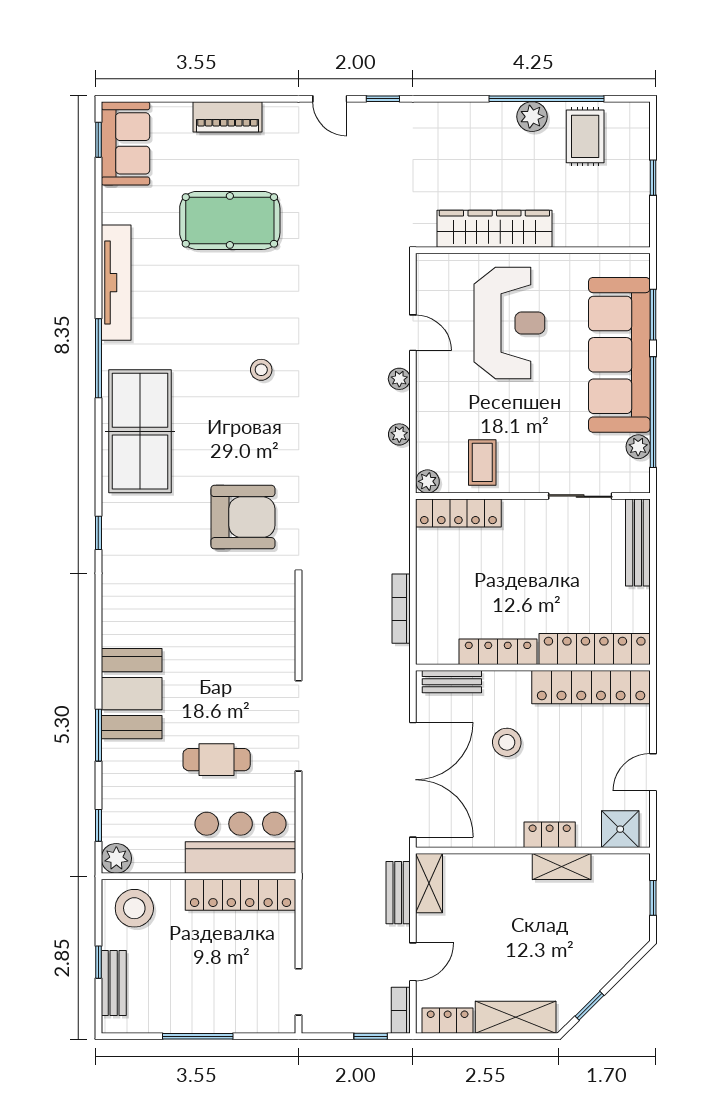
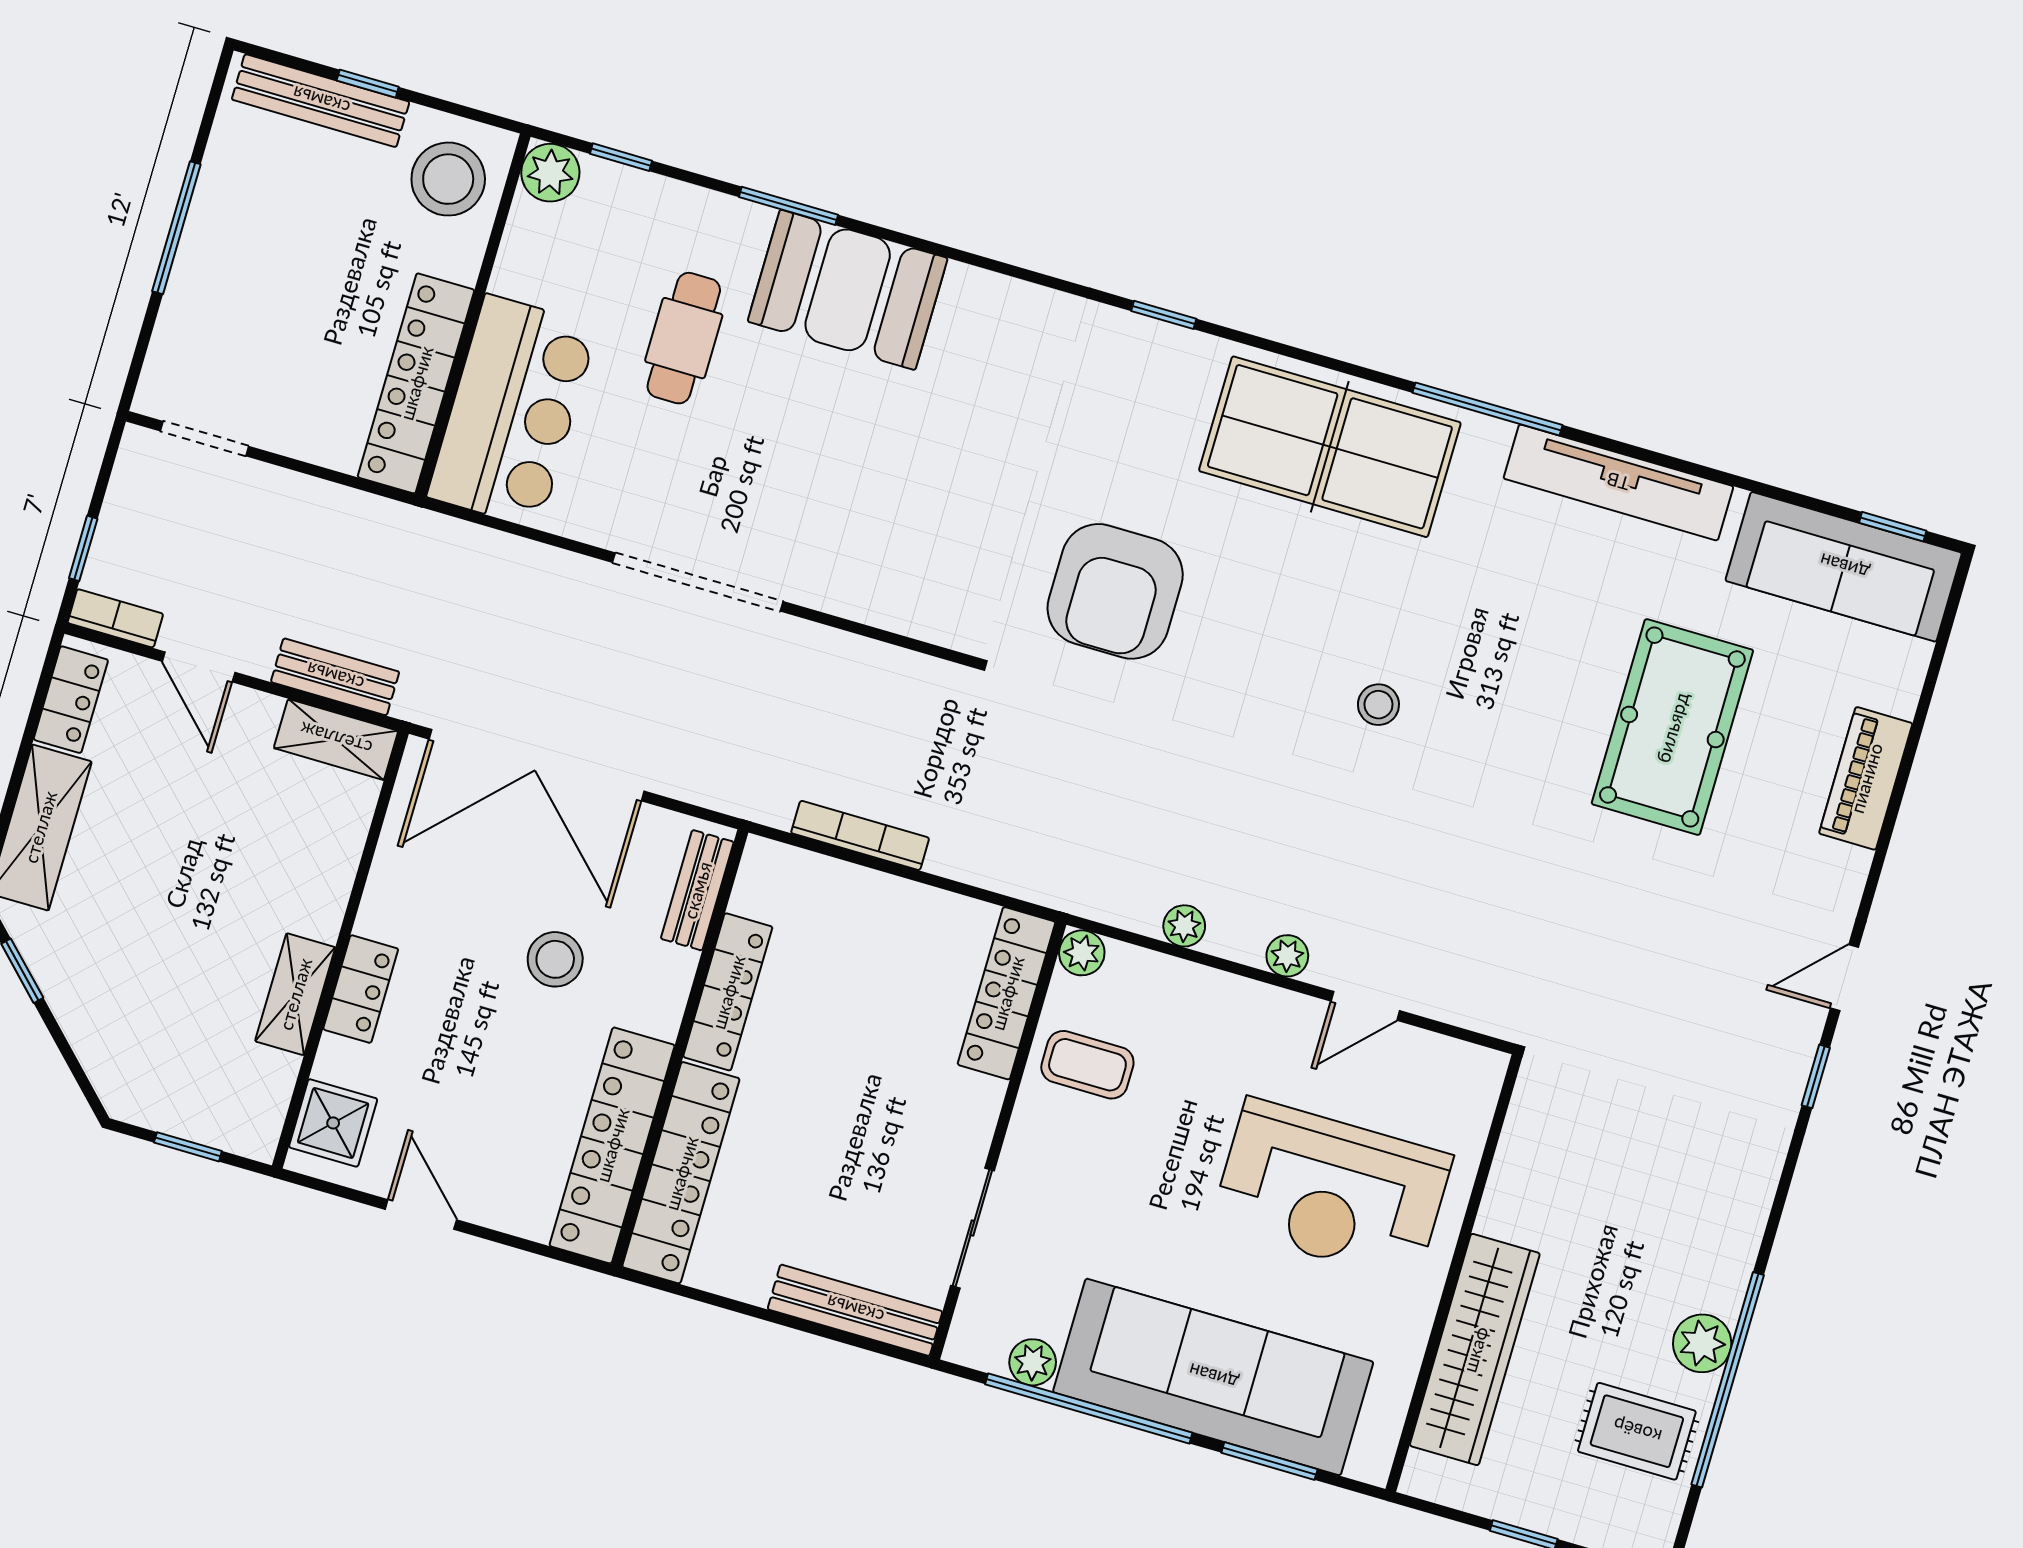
sofa: (125, 143) -> (1844, 567), width x1.36
wardrobe: (494, 229) -> (1475, 1349), moved
cafe table: (217, 760) -> (684, 338), moved
bench: (114, 983) -> (321, 101), width x1.36

